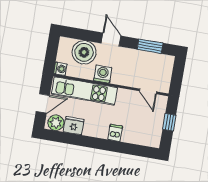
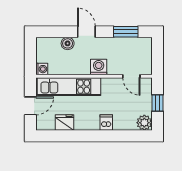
boiler: (84, 52) -> (68, 43), width x0.54, depth x0.54
washing machine: (103, 74) -> (99, 67), moved
plant: (56, 123) -> (144, 123), moved

